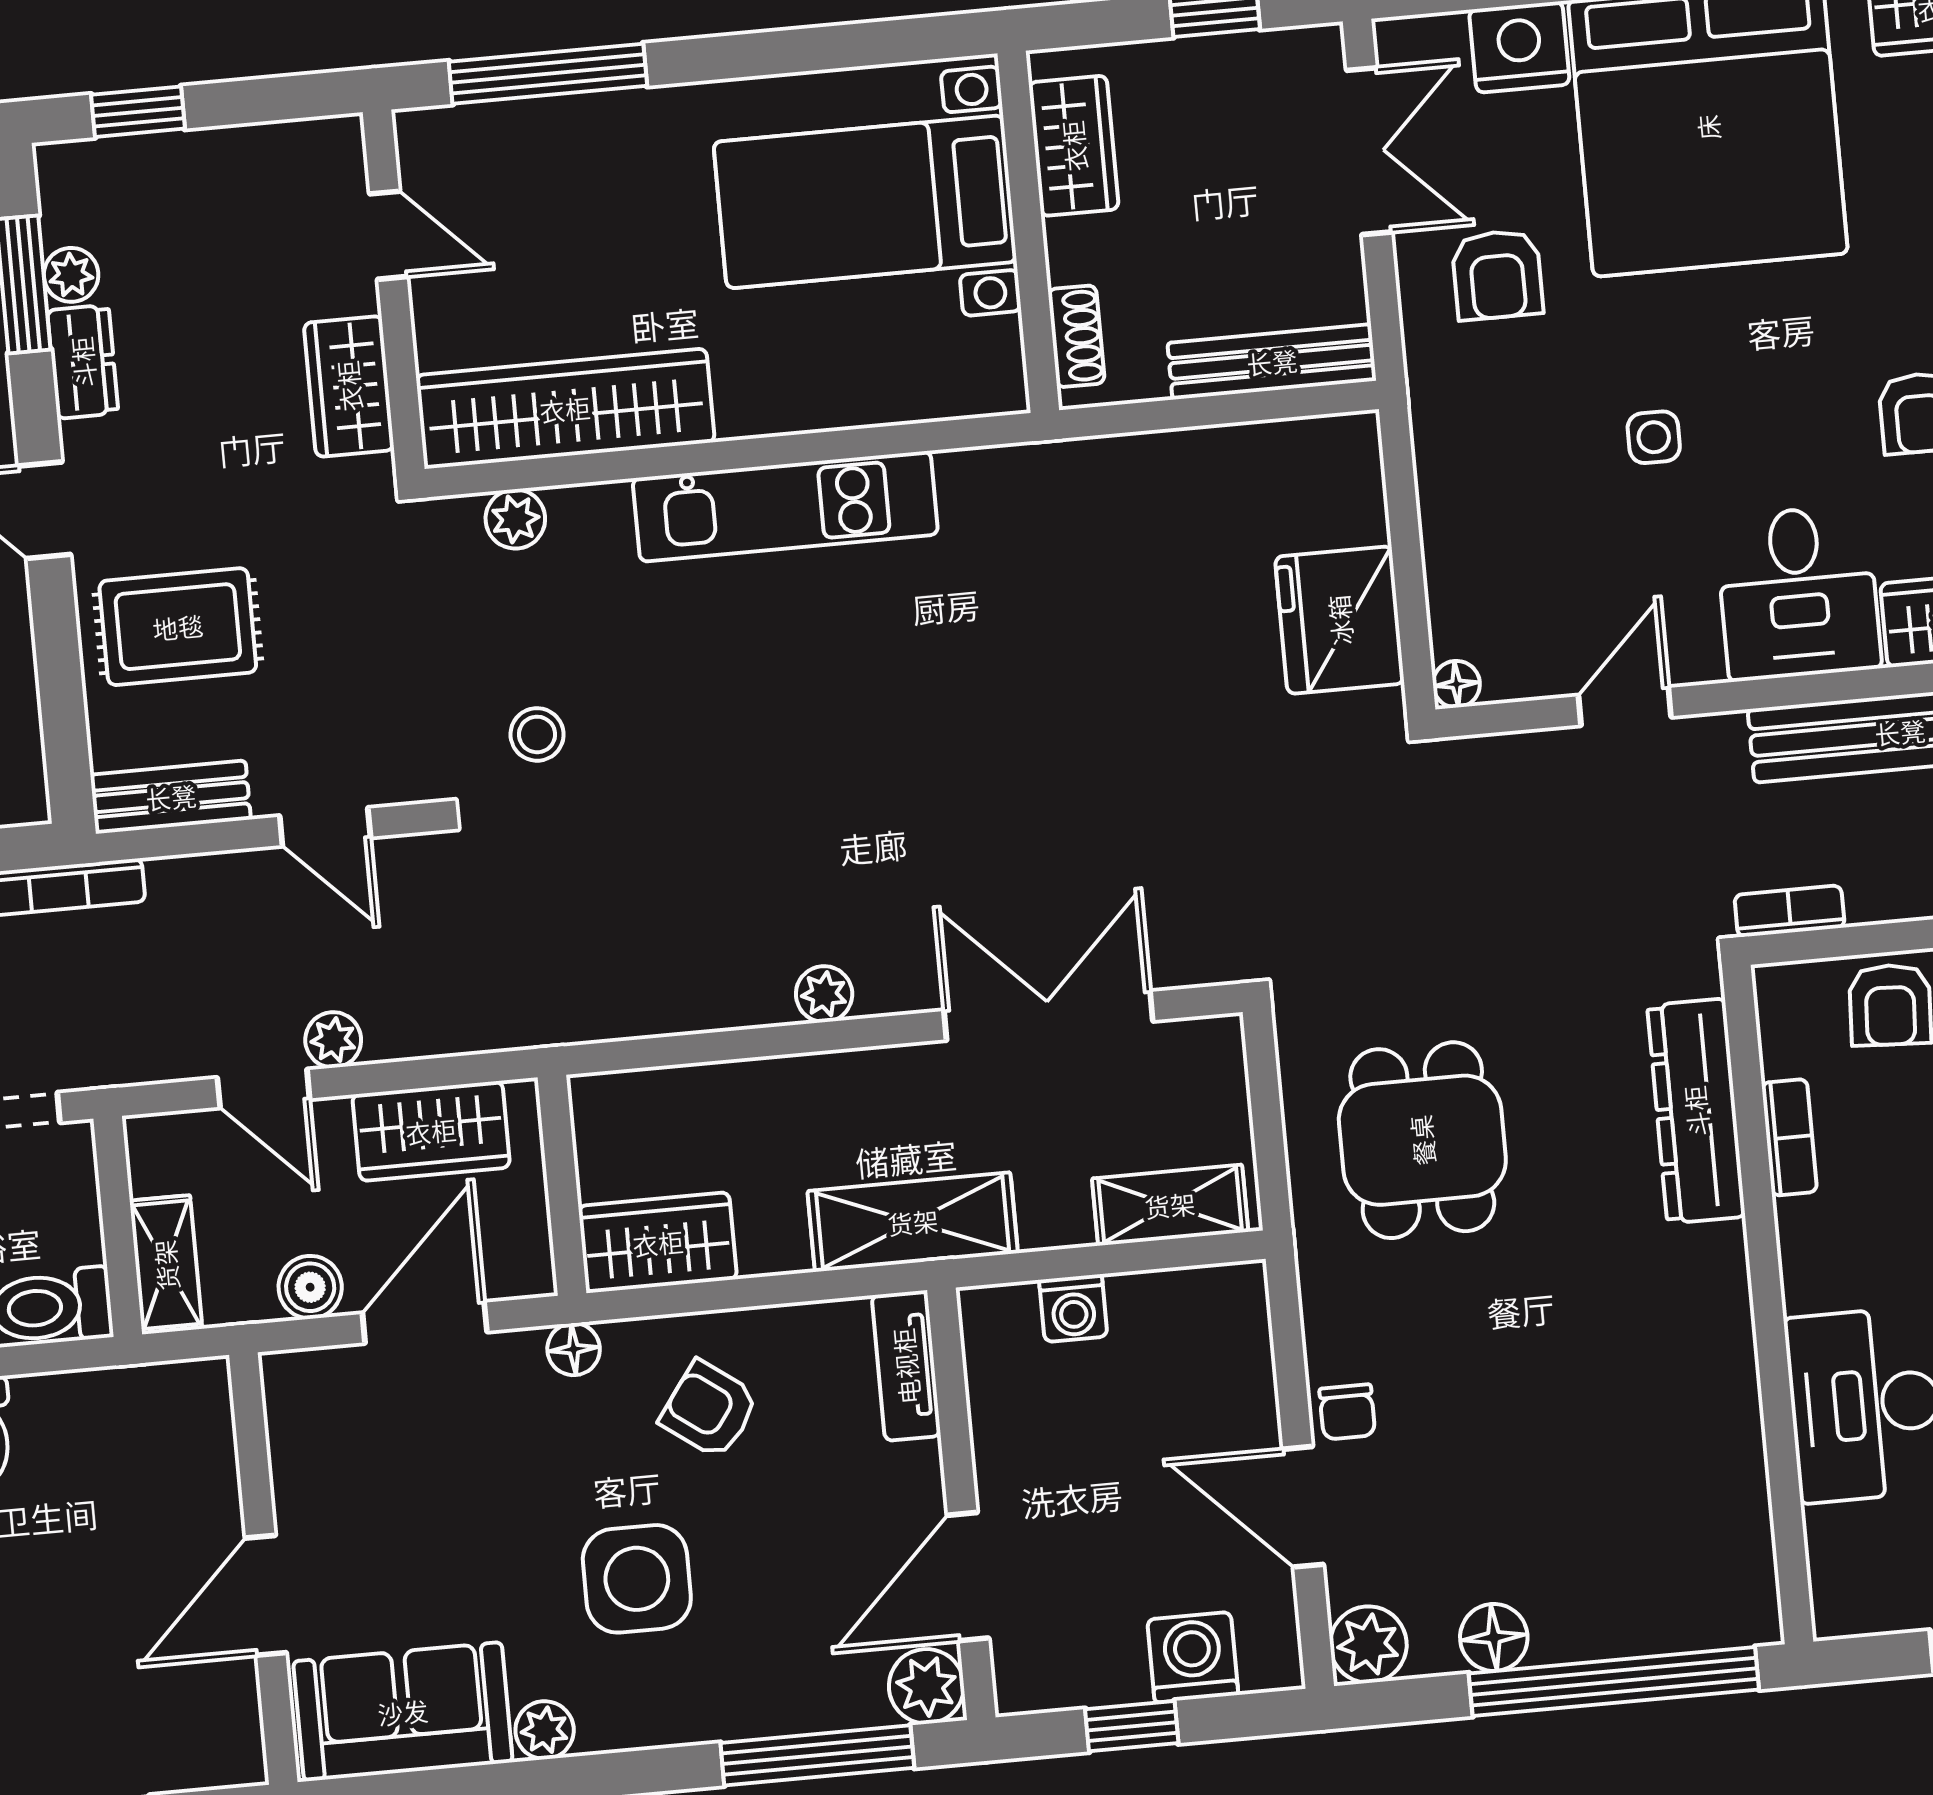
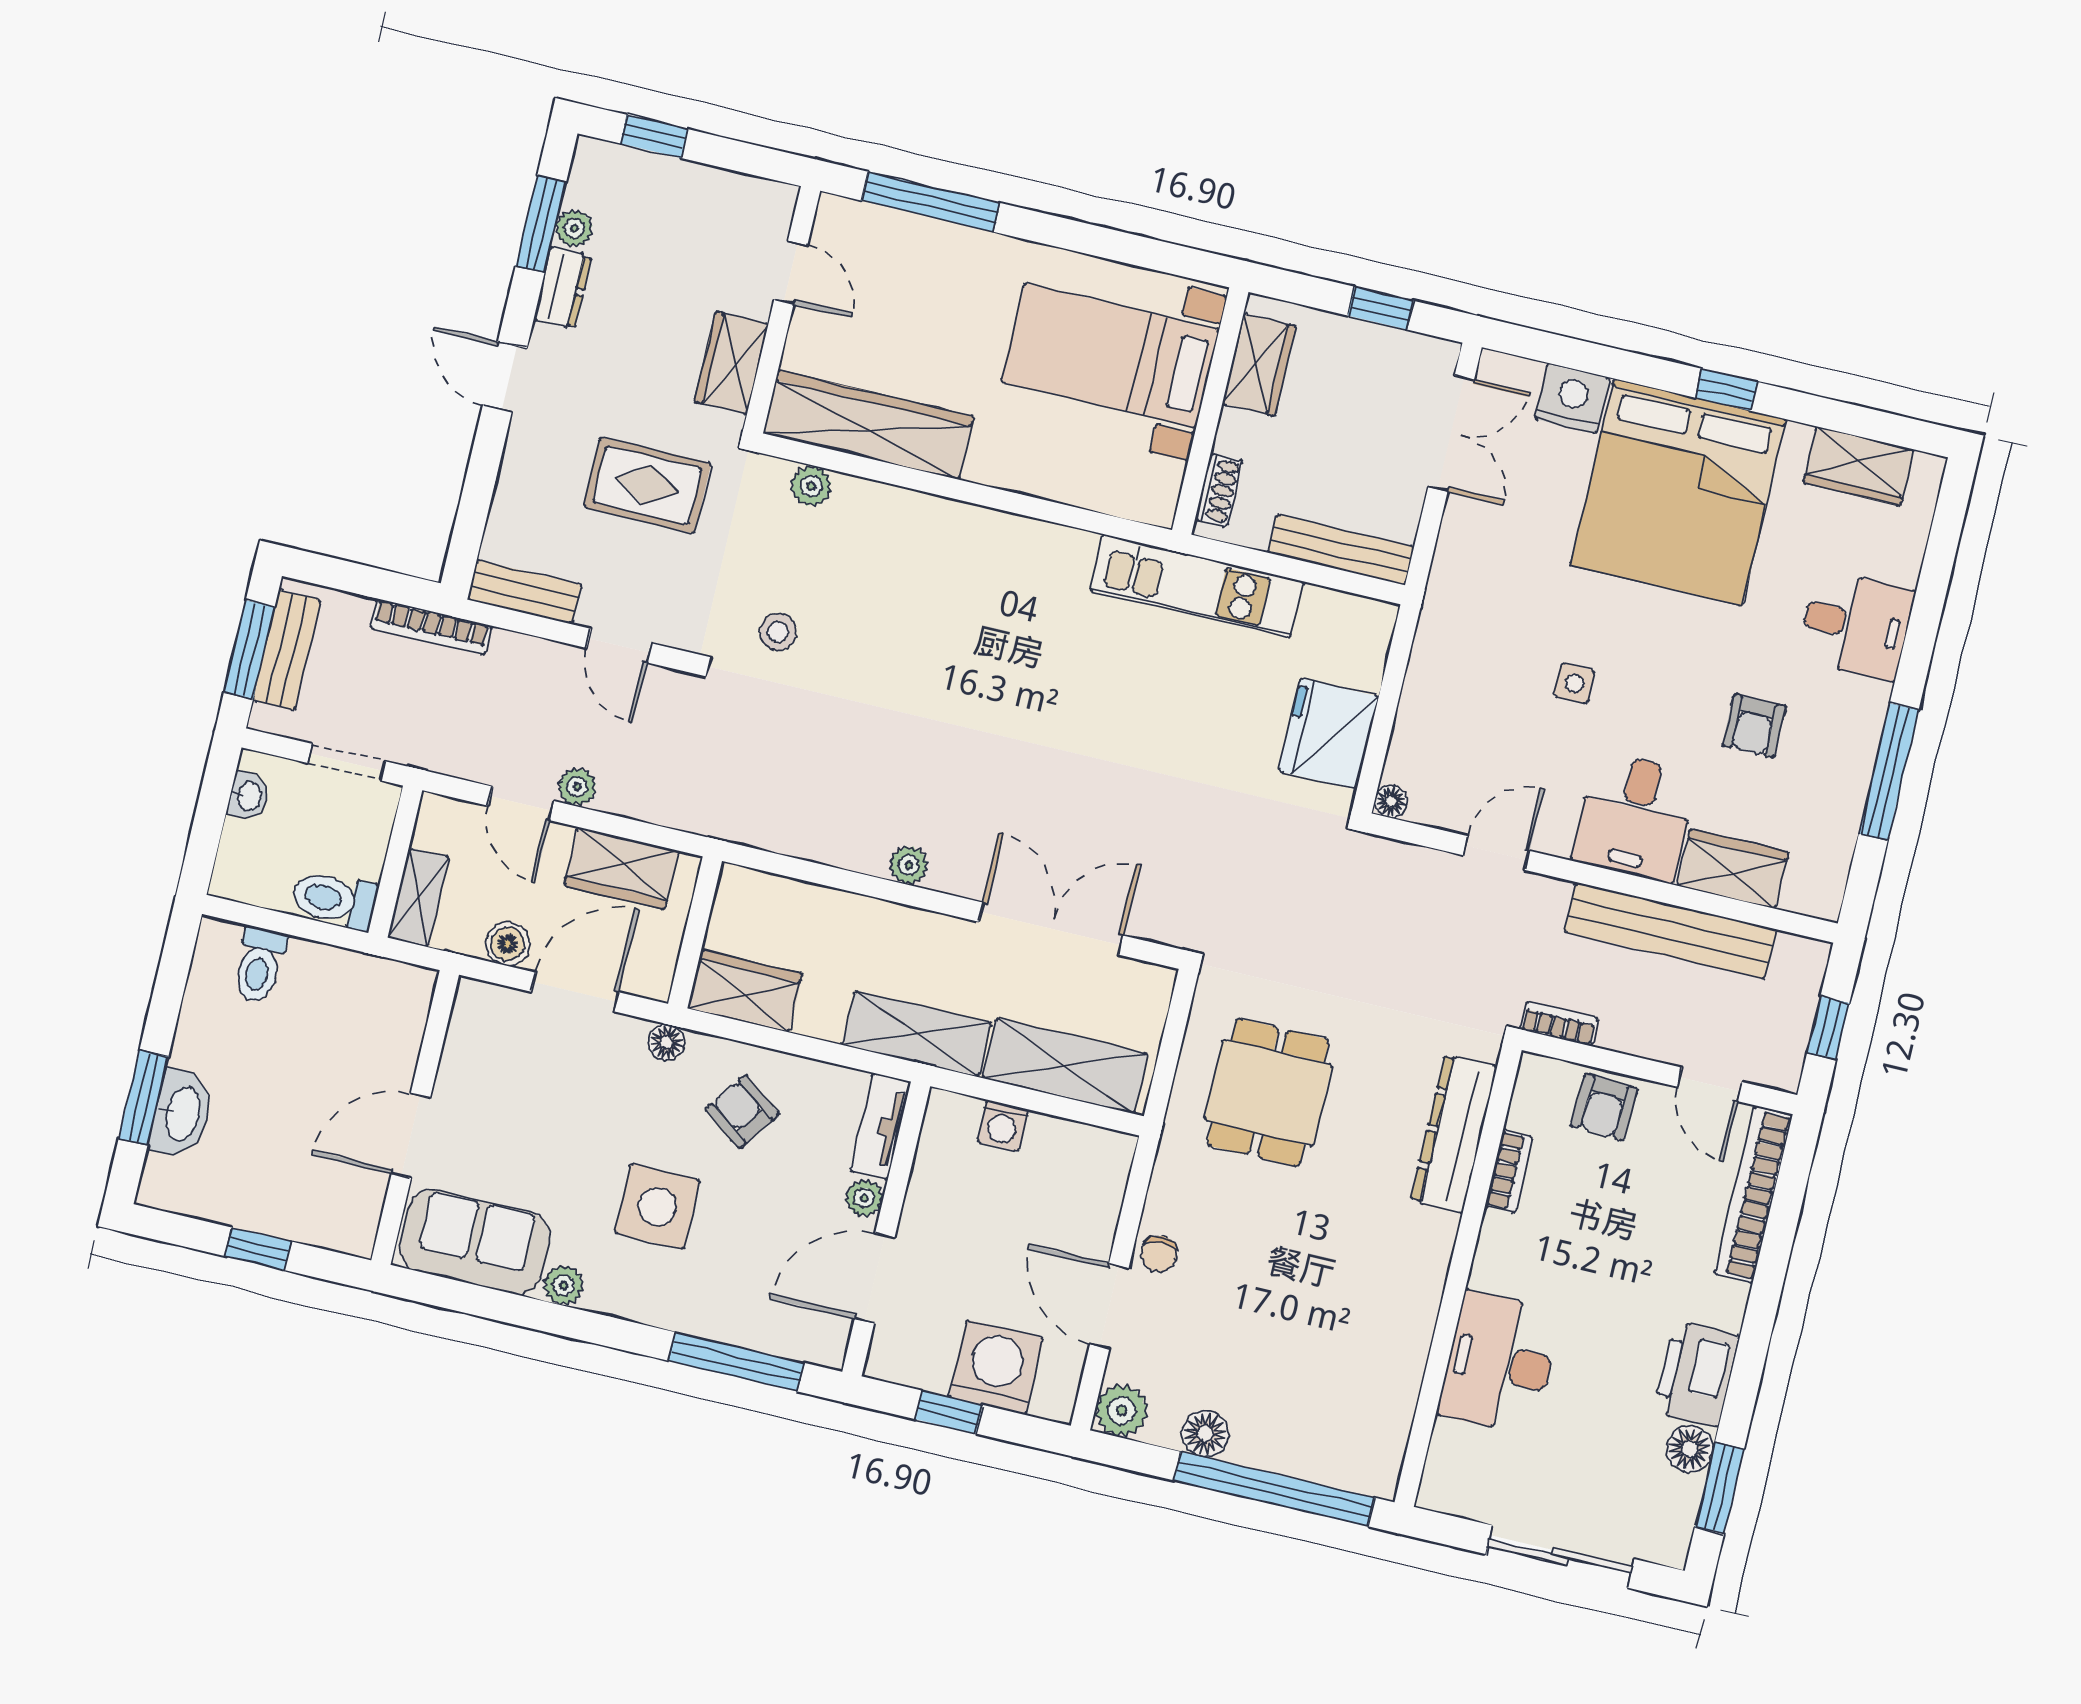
armchair: (1497, 275) -> (1508, 543), removed
kitchen unit: (785, 506) -> (1197, 586), moved
rug: (178, 627) -> (647, 485), moved
shelving: (1170, 1205) -> (1065, 1066), width x1.50, depth x1.33
washing machine: (1193, 1657) -> (996, 1367), width x1.37, depth x1.37
plant: (926, 1686) -> (864, 1198), moved, width x0.73, depth x0.73

